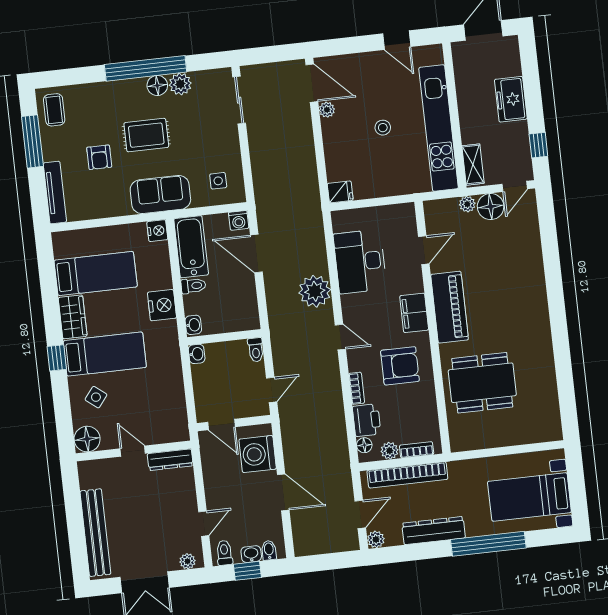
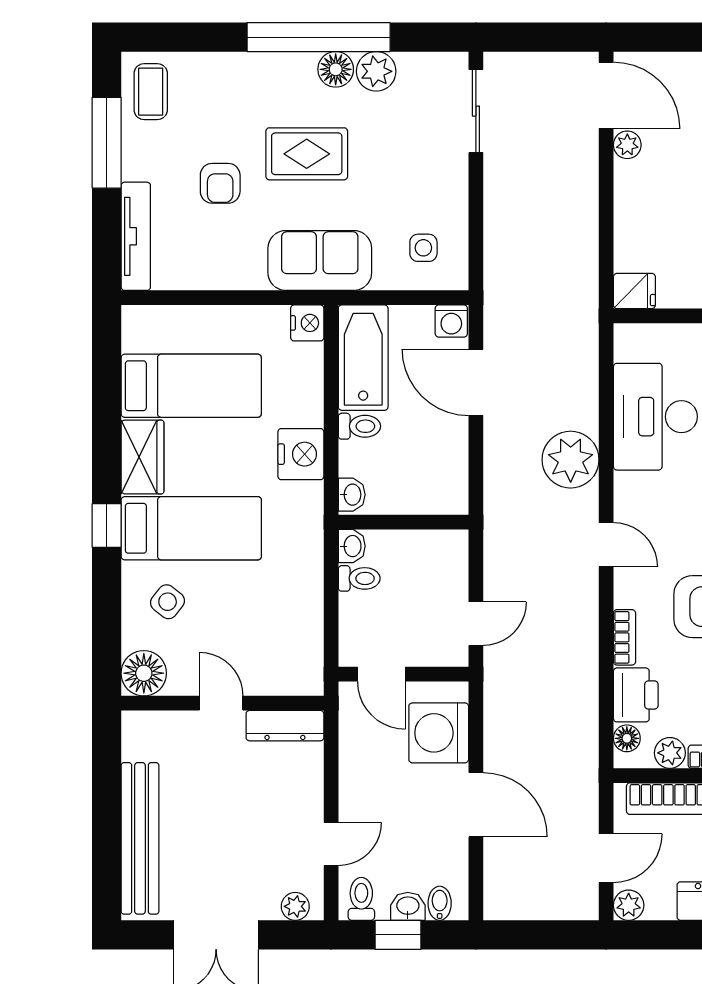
toilet: (256, 350) -> (359, 578), moved, turned -90

